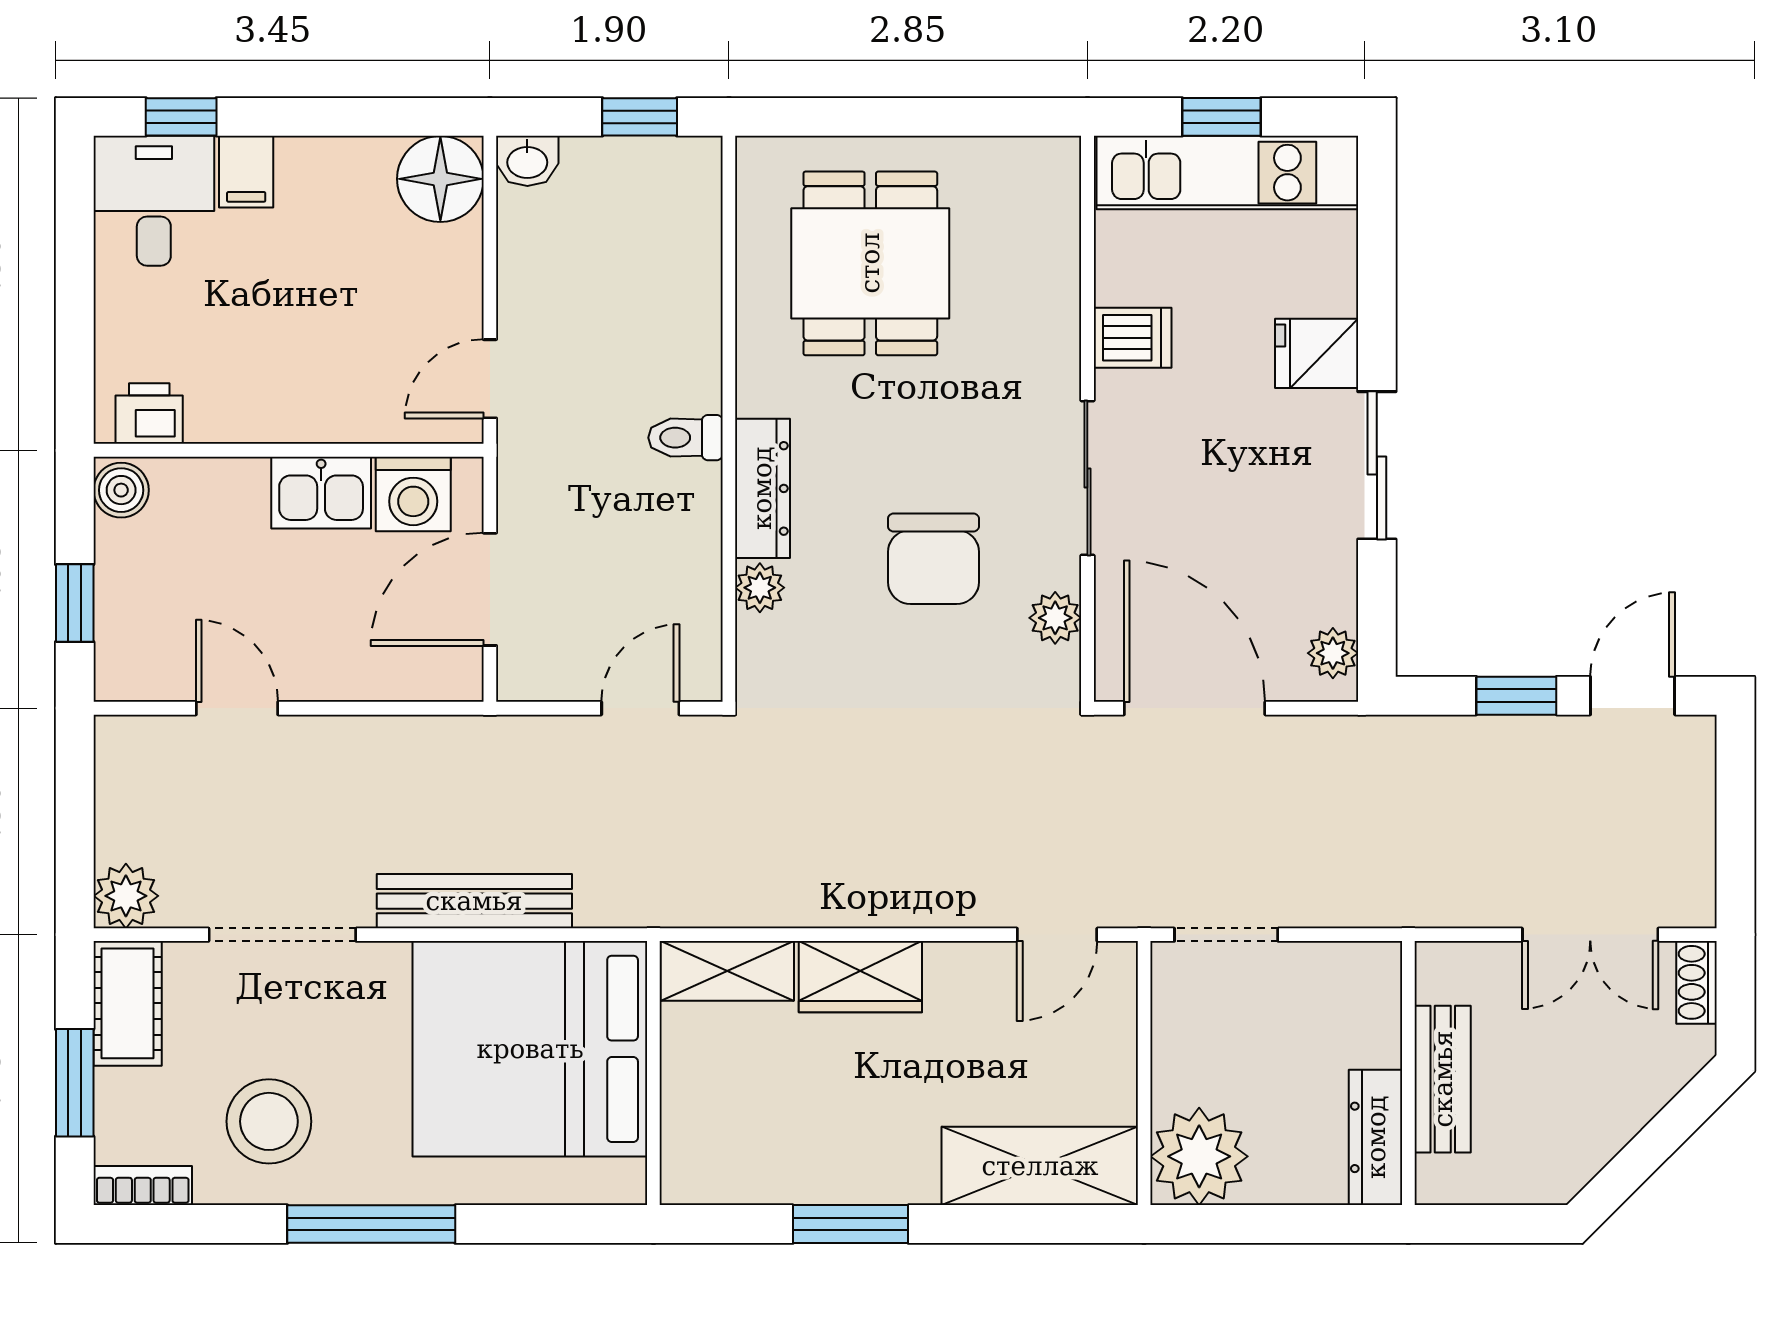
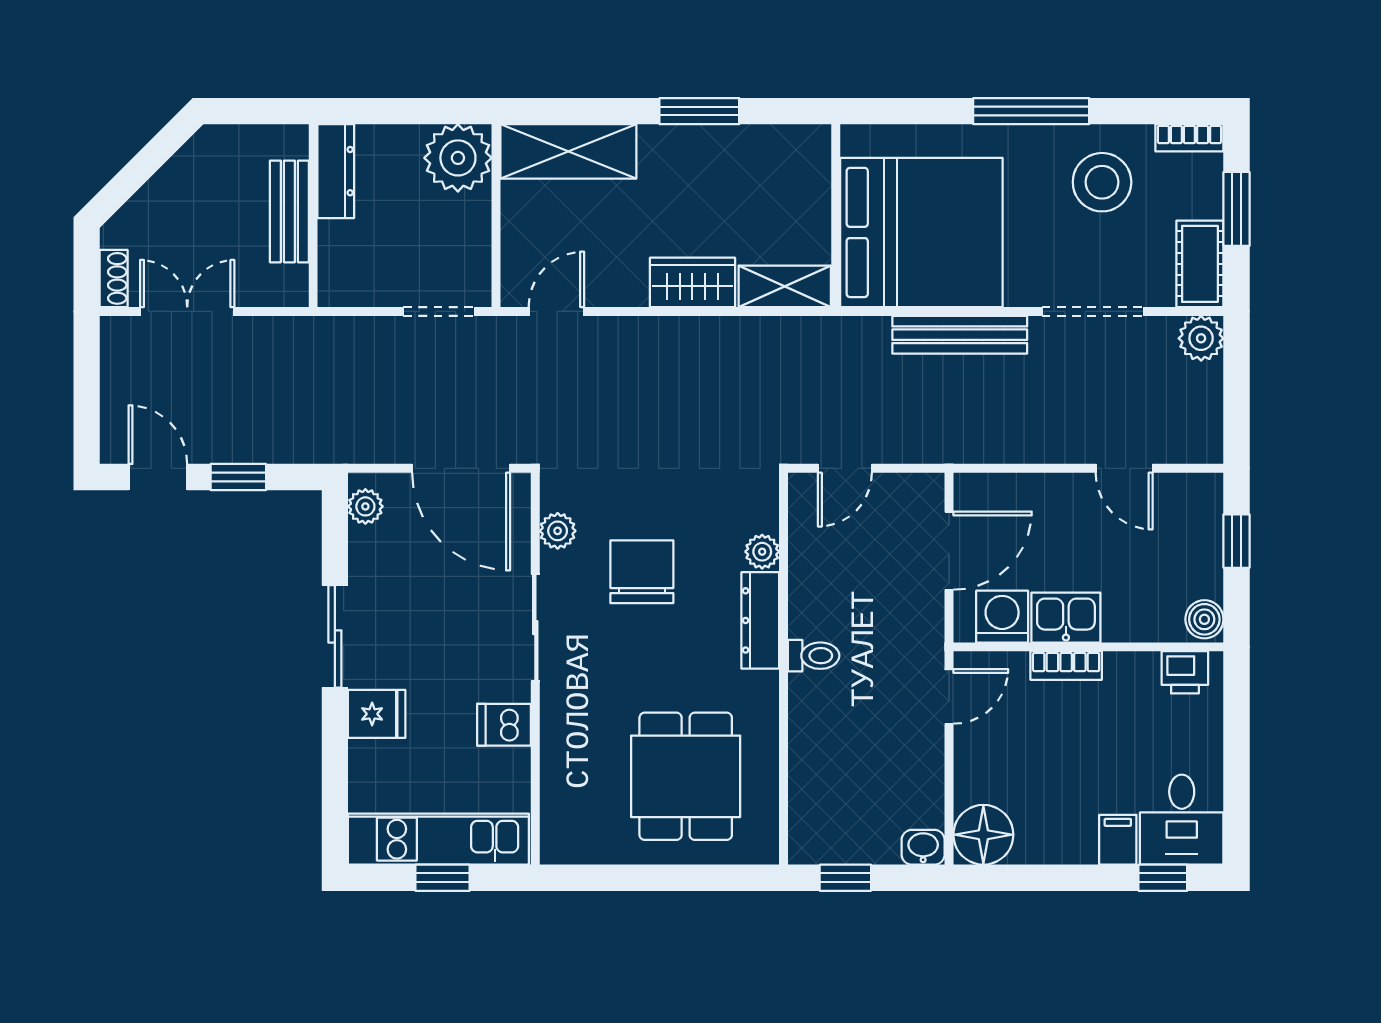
bookcase: (321, 423) -> (1066, 665), added
door: (1633, 696) -> (158, 477), swing flipped

